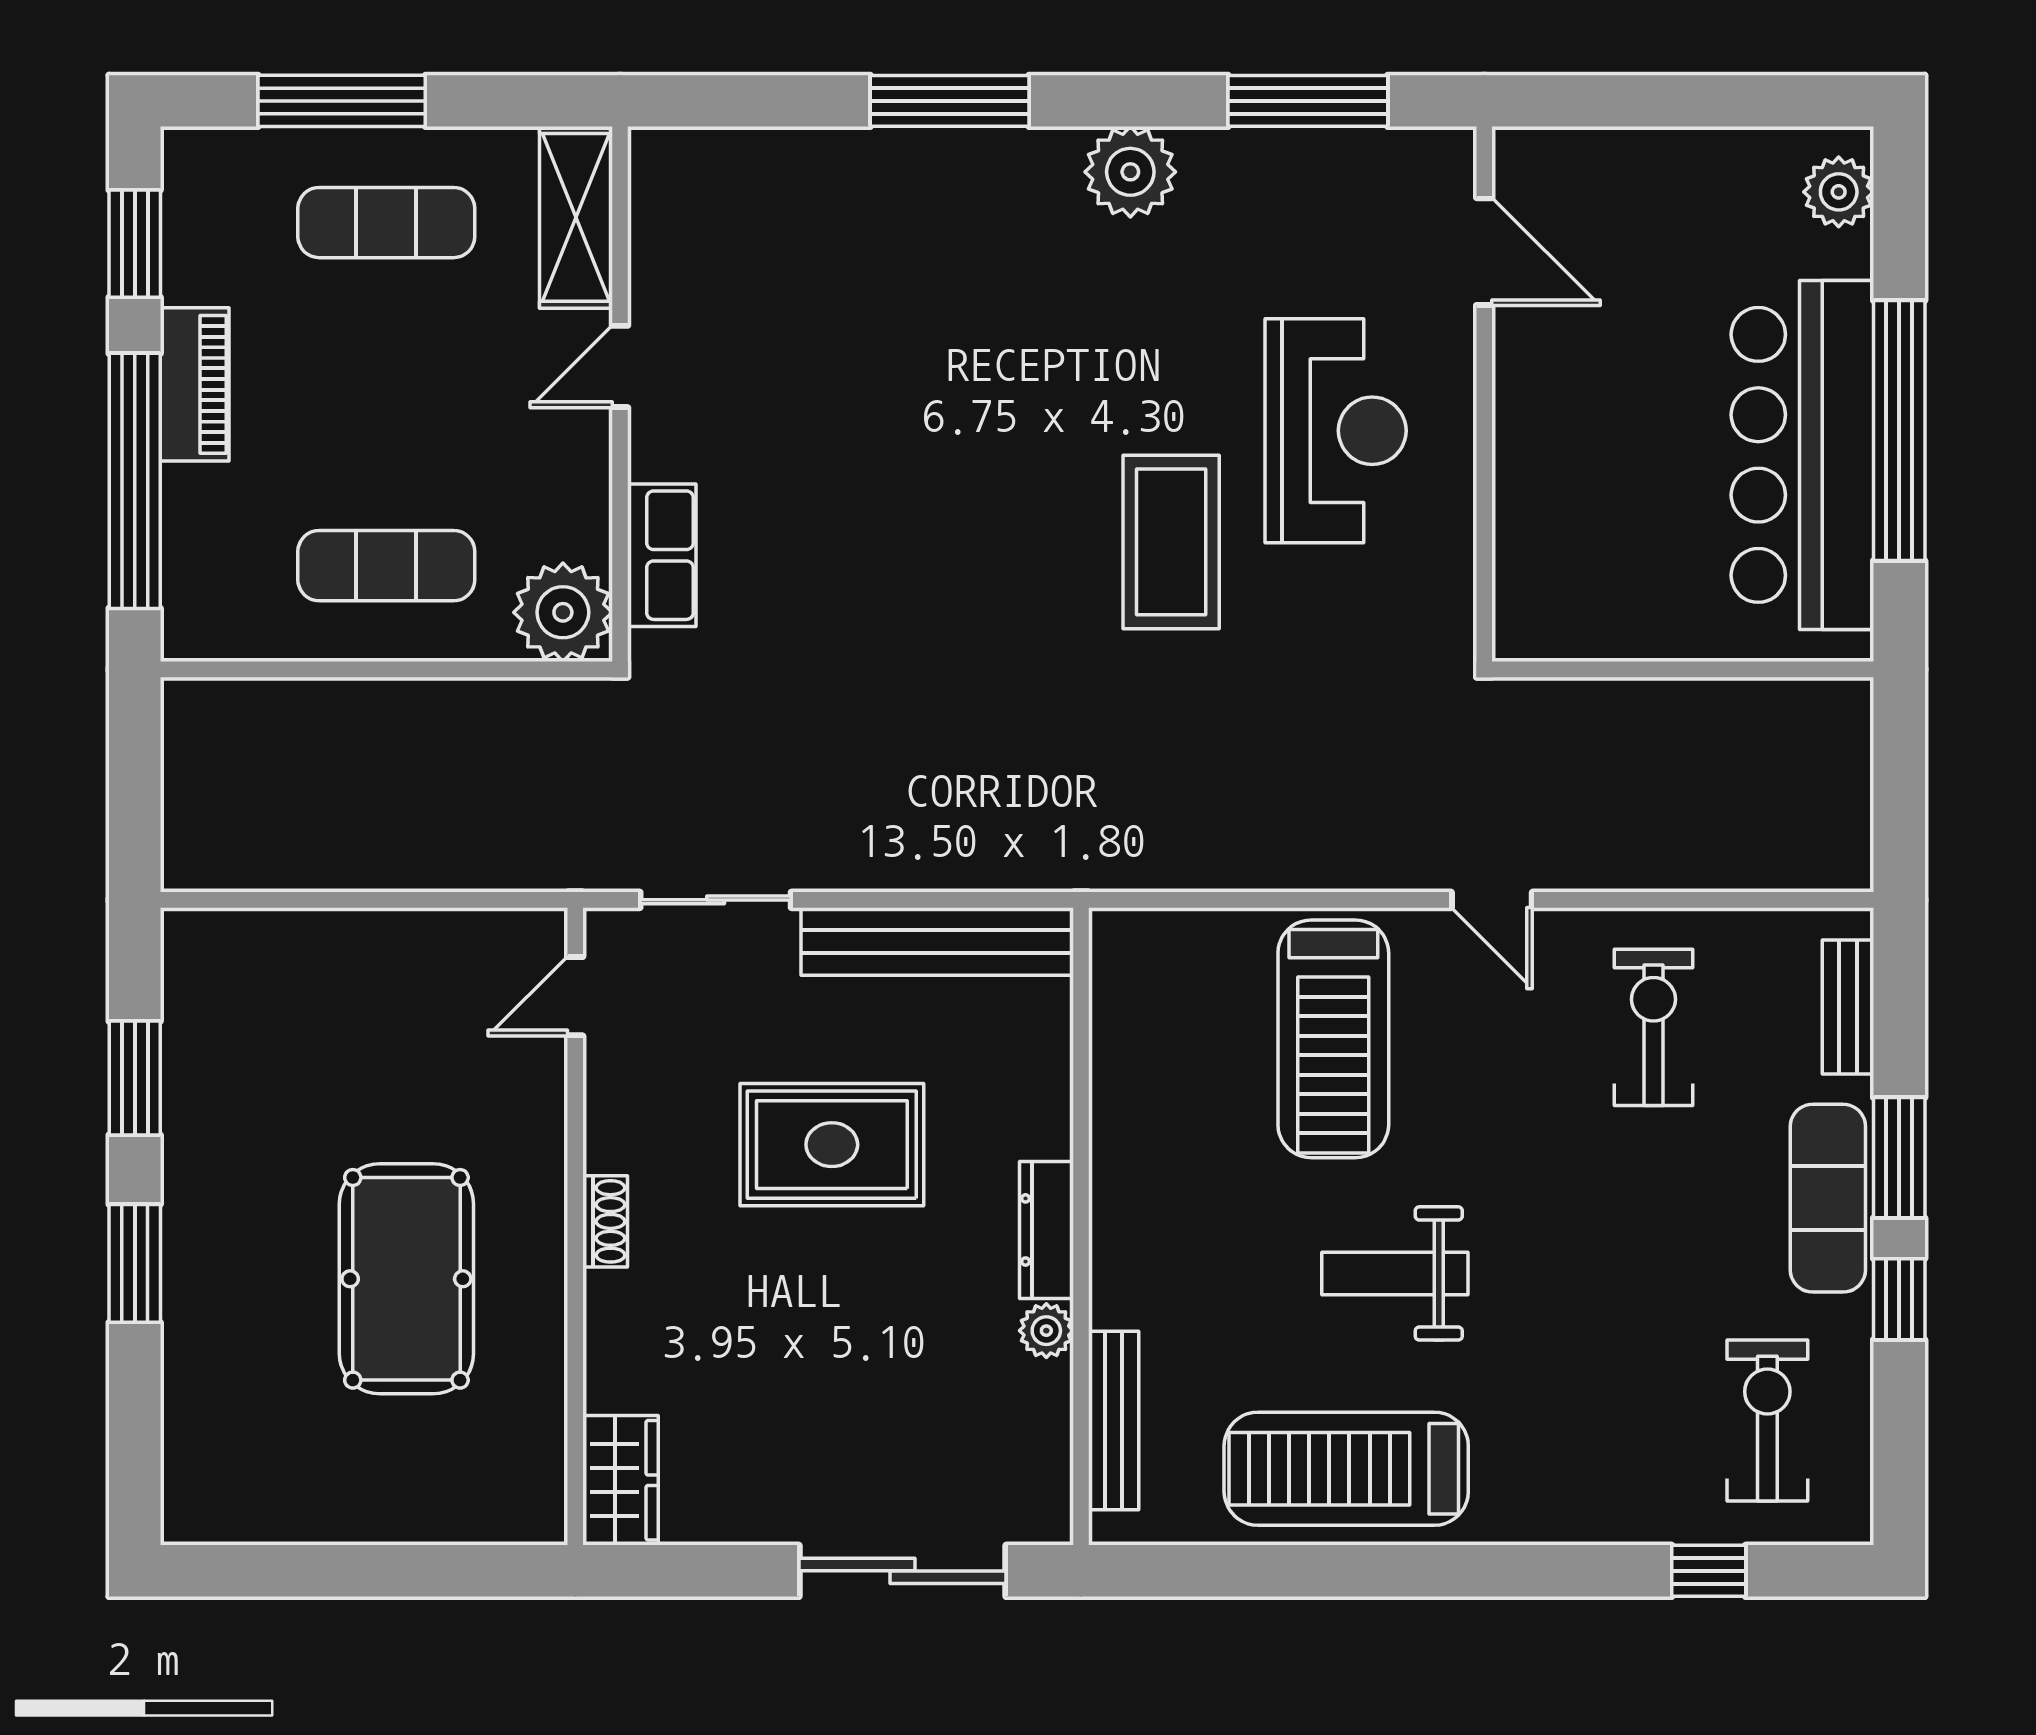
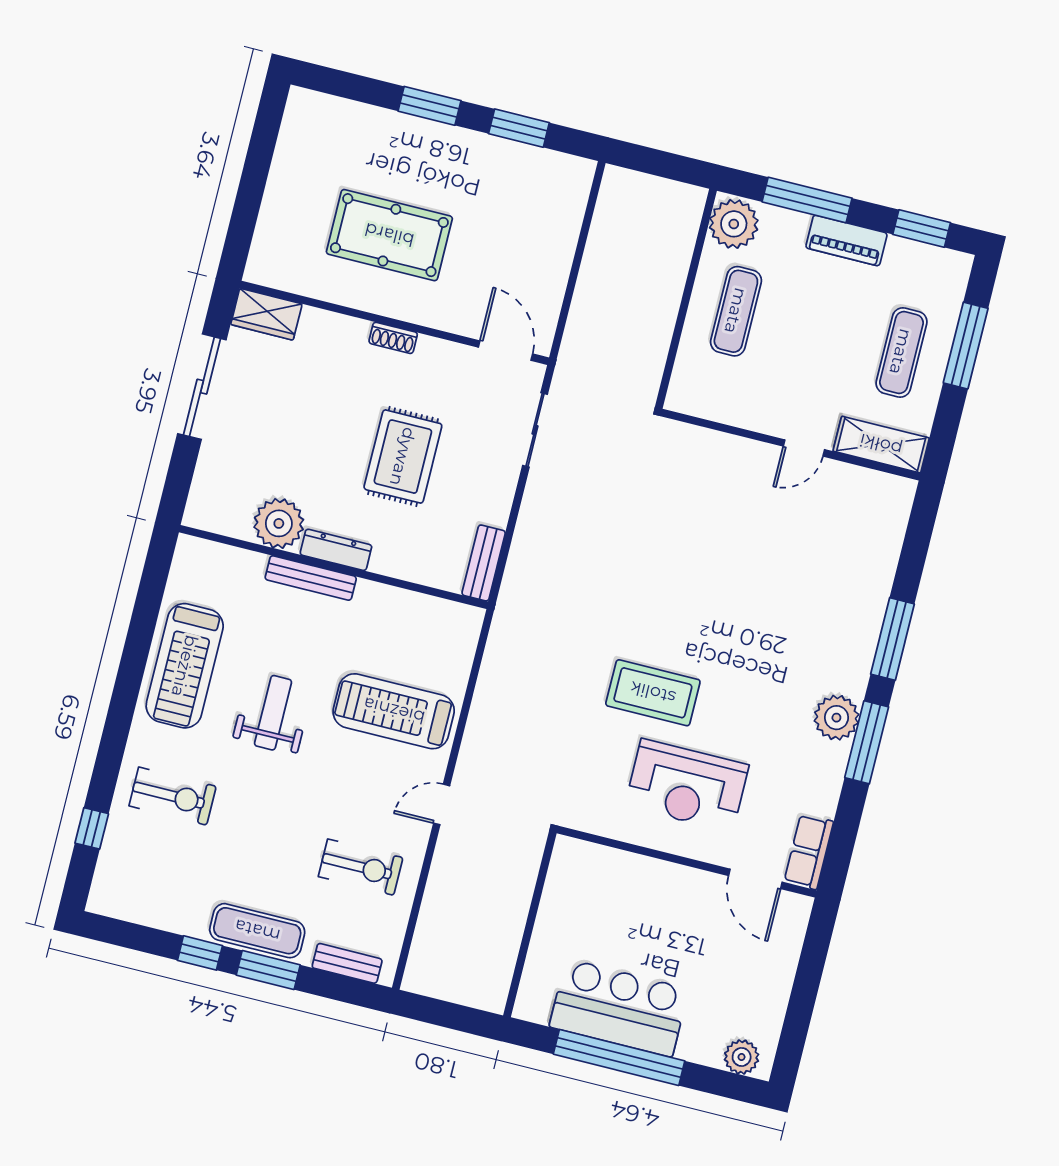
window: (1308, 101) -> (867, 742), moved
door: (1484, 252) -> (755, 879), hinge flipped
door: (620, 366) -> (804, 448), swing flipped
bar counter: (1802, 455) -> (619, 1008), width x0.73
window: (135, 481) -> (807, 200), width x0.68
row of seats: (662, 555) -> (809, 852), moved, turned 90
plant: (563, 612) -> (734, 224), moved
bench: (937, 941) -> (484, 563), width x0.54, depth x0.82
door: (575, 996) -> (505, 351), width x1.38
plant: (1046, 1331) -> (279, 523), width x1.87, depth x1.87
bench: (1114, 1421) -> (311, 578), moved
exercise bike: (1767, 1421) -> (173, 796), moved
treadmill: (1346, 1469) -> (185, 666), turned 180
sliding door: (903, 1571) -> (202, 387), moved

